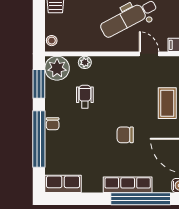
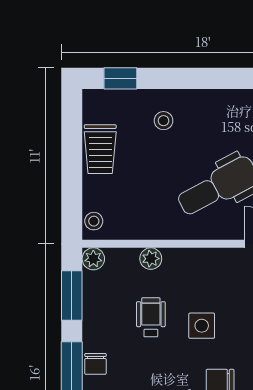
plant: (57, 68) -> (93, 259), width x0.53, depth x0.53
side table: (114, 101) -> (202, 326), added

